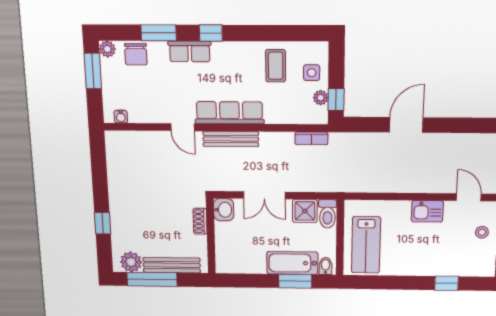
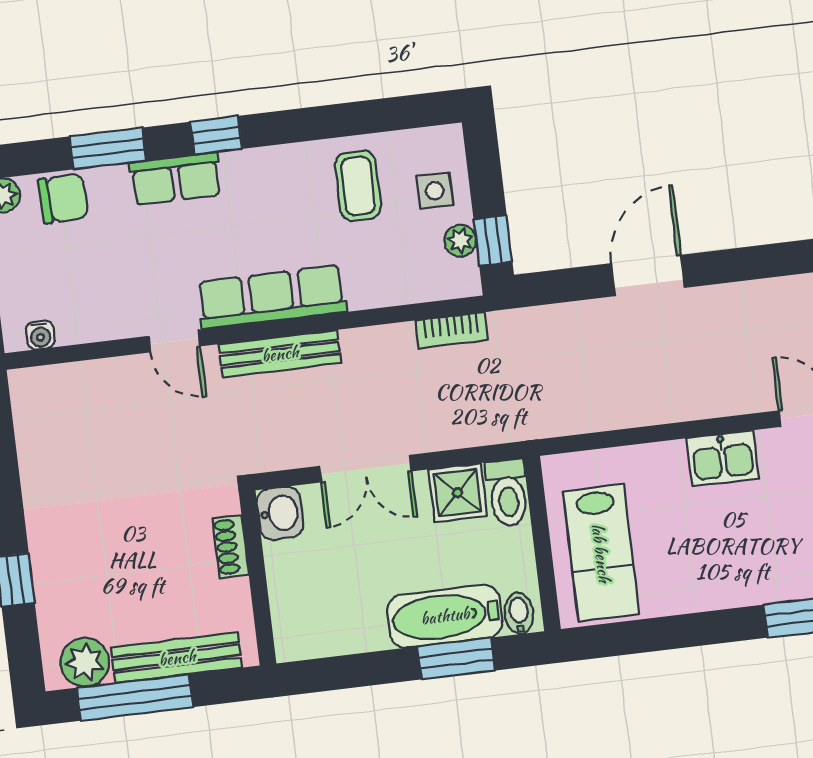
chair: (136, 54) -> (63, 198), turned -92

